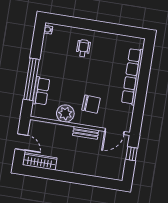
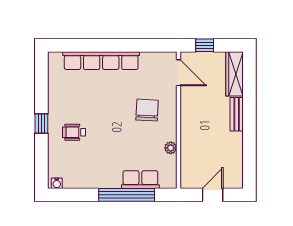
window: (93, 25) -> (41, 124), added
plant: (65, 114) -> (171, 148), width x0.53, depth x0.53
bench: (86, 133) -> (237, 114), moved
wardrobe: (40, 161) -> (234, 74), moved

